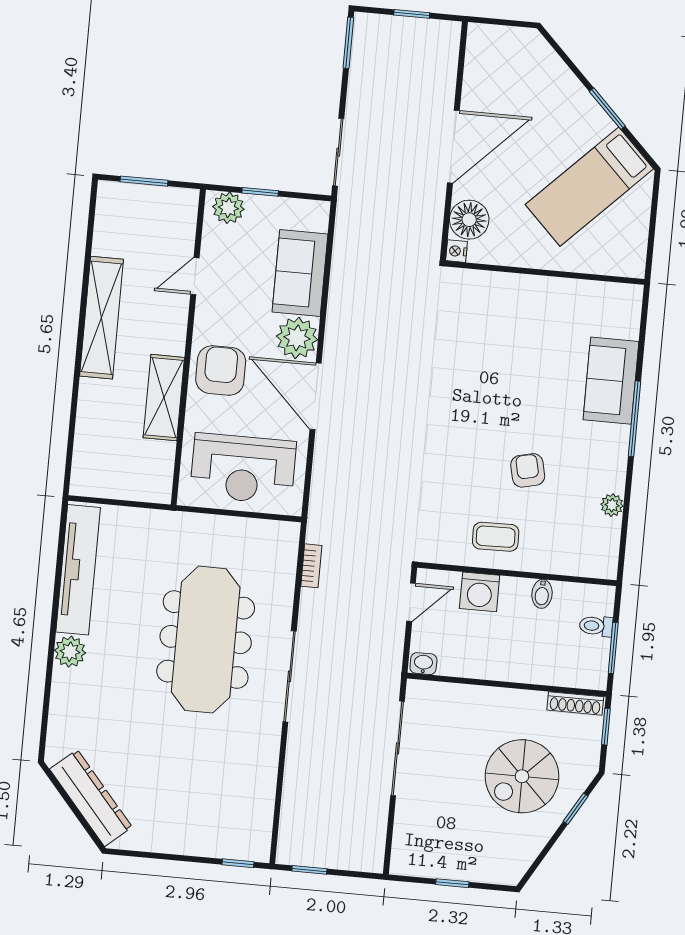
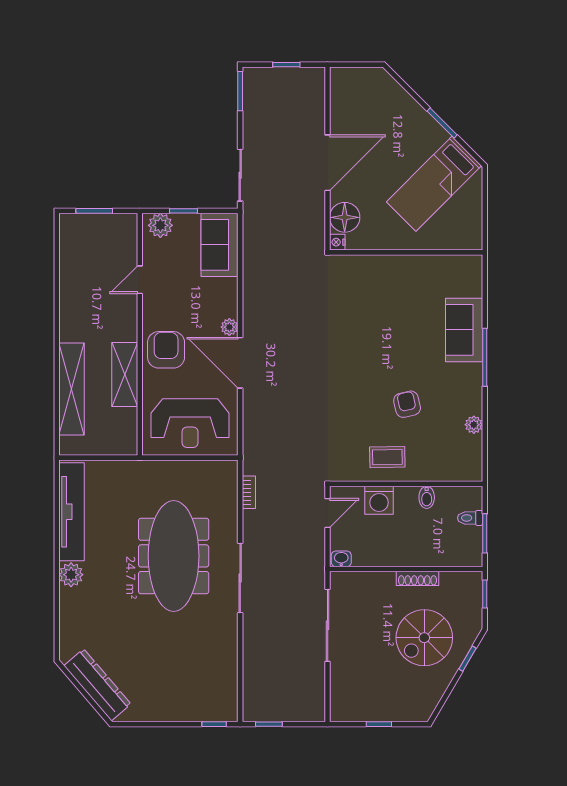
sofa: (300, 273) -> (220, 245), moved
shelving: (101, 318) -> (71, 389), moved
plant: (297, 338) -> (229, 327), width x0.53, depth x0.53
shoe rack: (575, 703) -> (417, 578), moved

